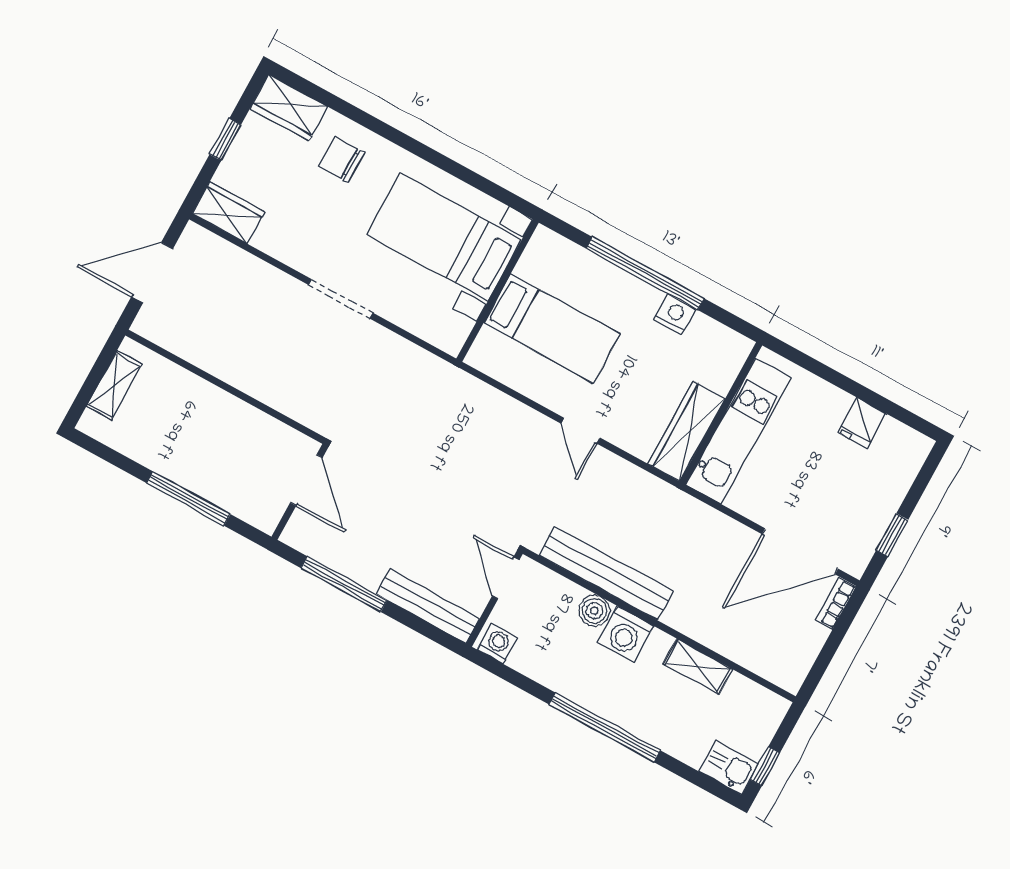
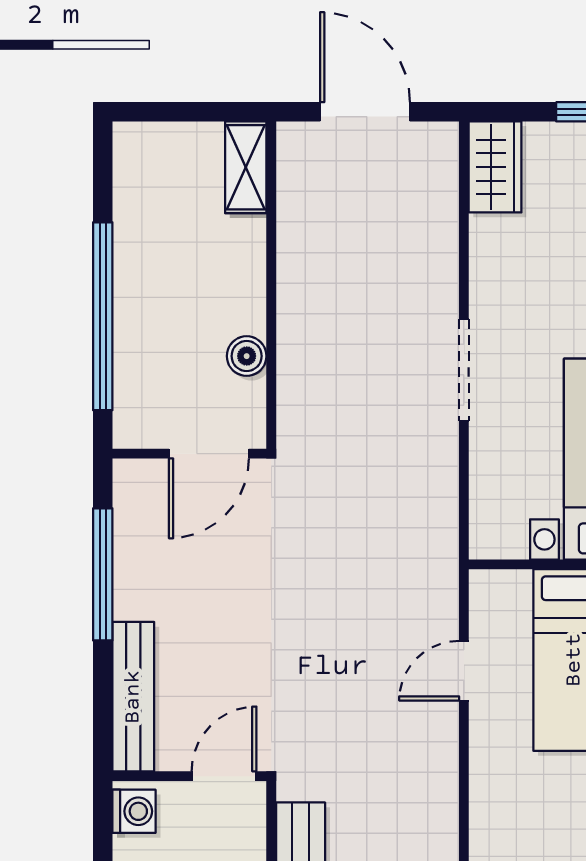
shelving: (114, 385) -> (246, 167), moved, turned 90
boiler: (260, 425) -> (247, 356), added
door: (581, 431) -> (464, 671), moved
window: (188, 499) -> (103, 316), width x1.46

